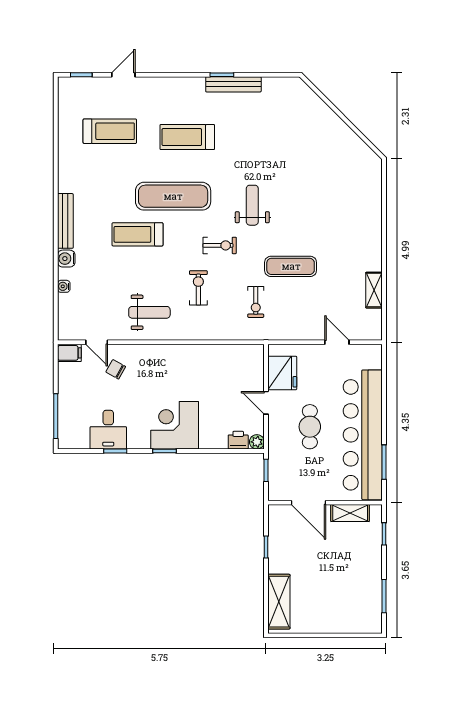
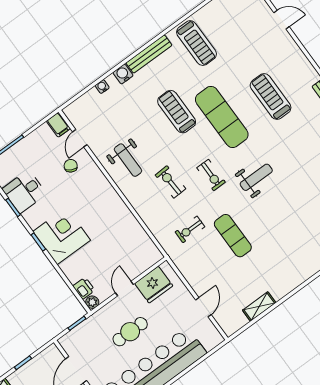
treadmill: (110, 131) -> (196, 43), moved
exercise bike: (198, 288) -> (170, 182), turned -93

